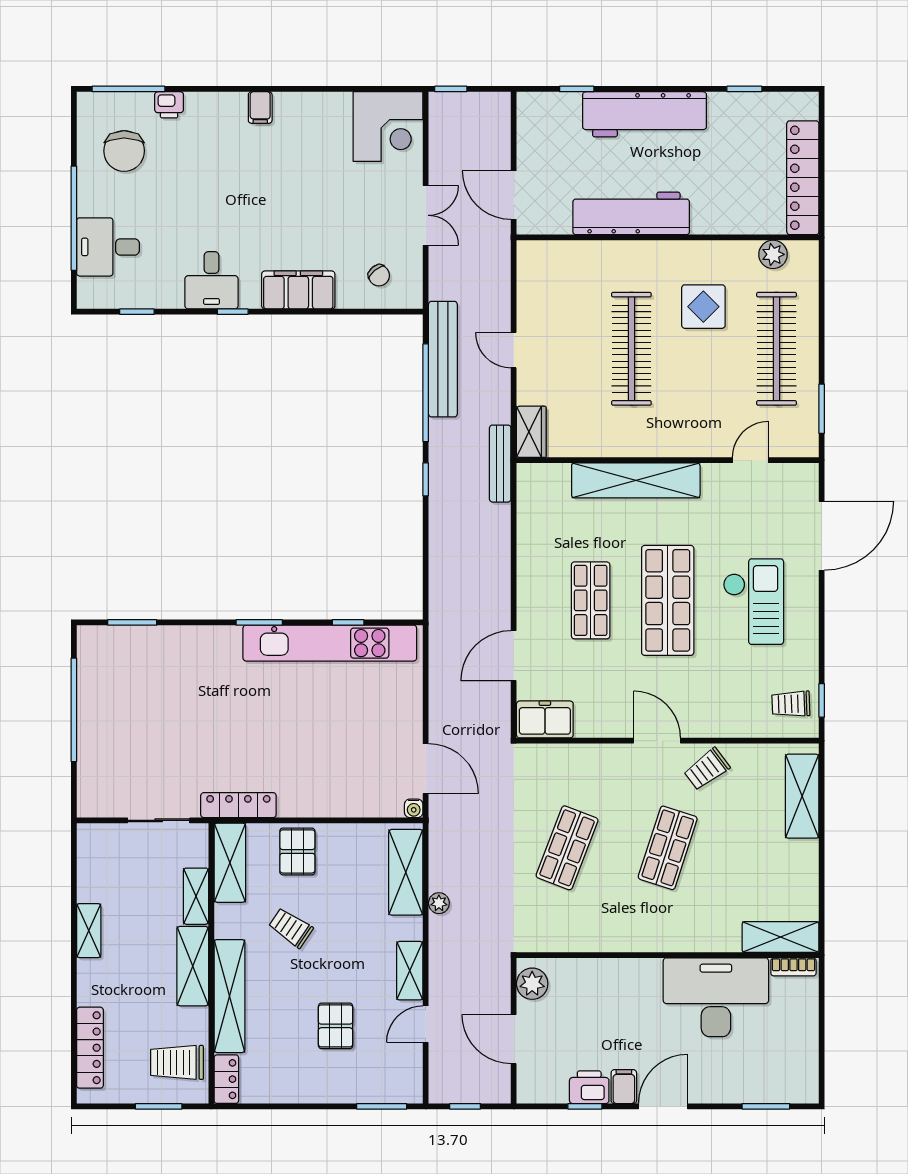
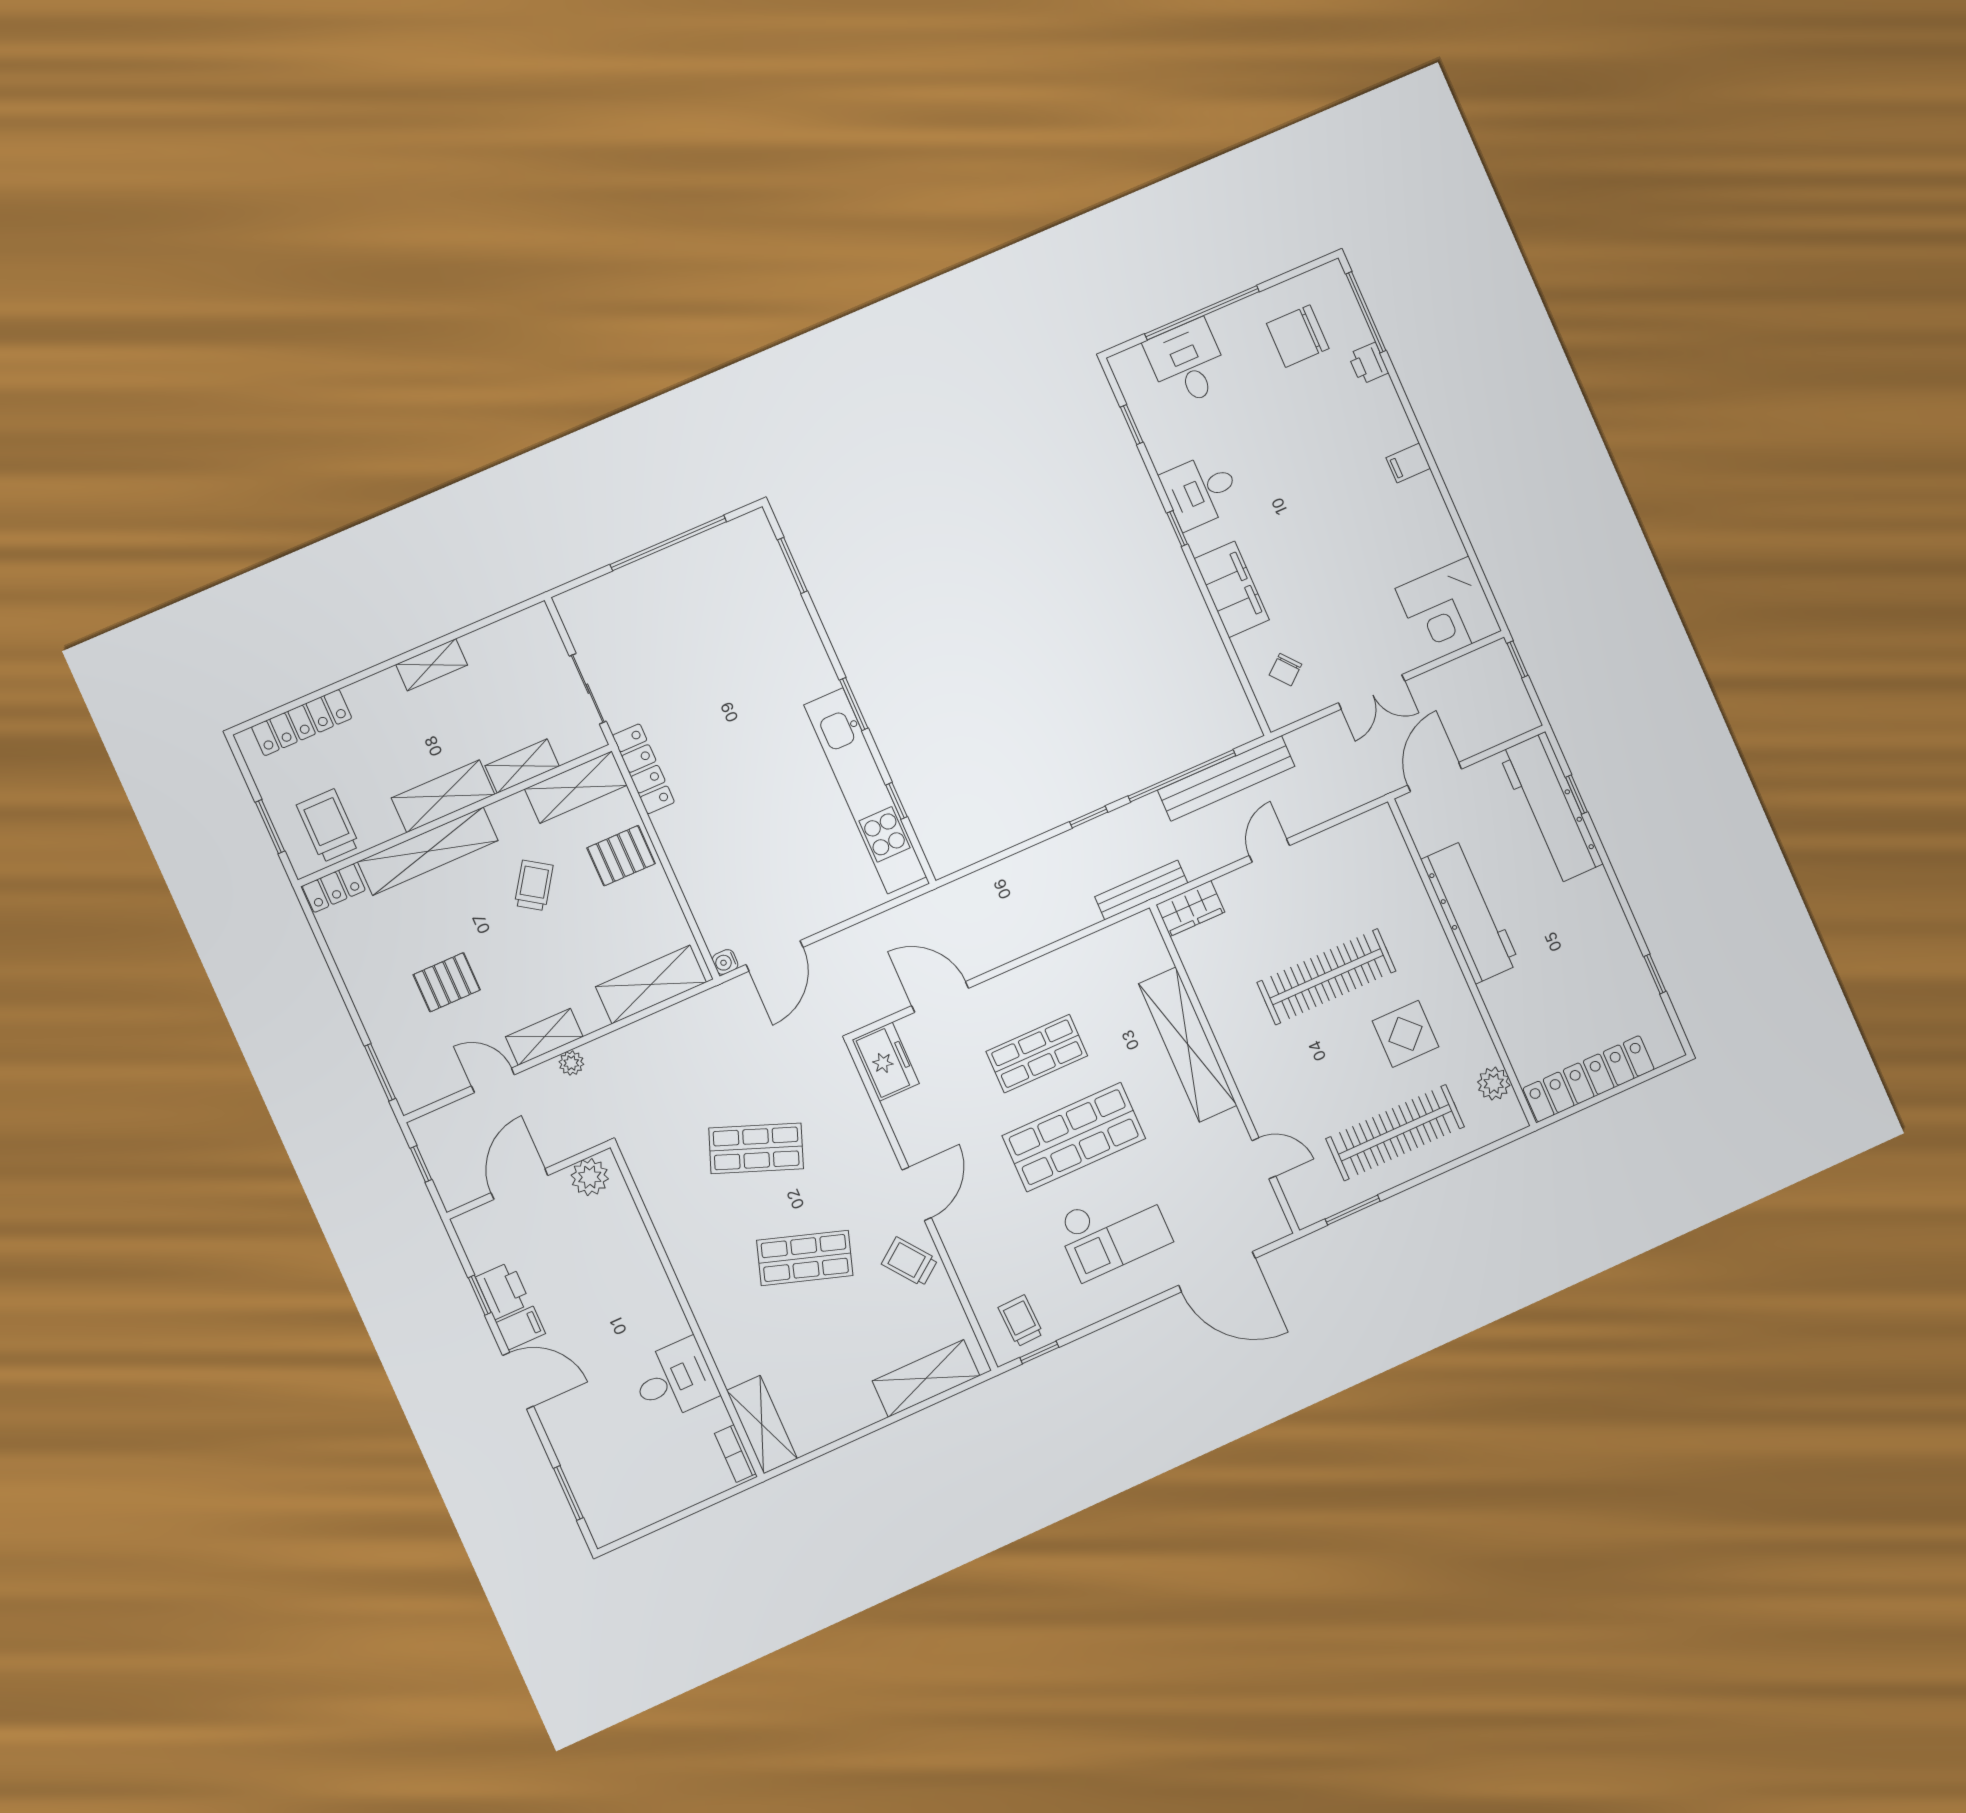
workbench: (645, 114) -> (1551, 808), moved
plant: (439, 903) -> (571, 1063), moved
desk: (716, 997) -> (674, 1380), width x0.53, depth x0.77

